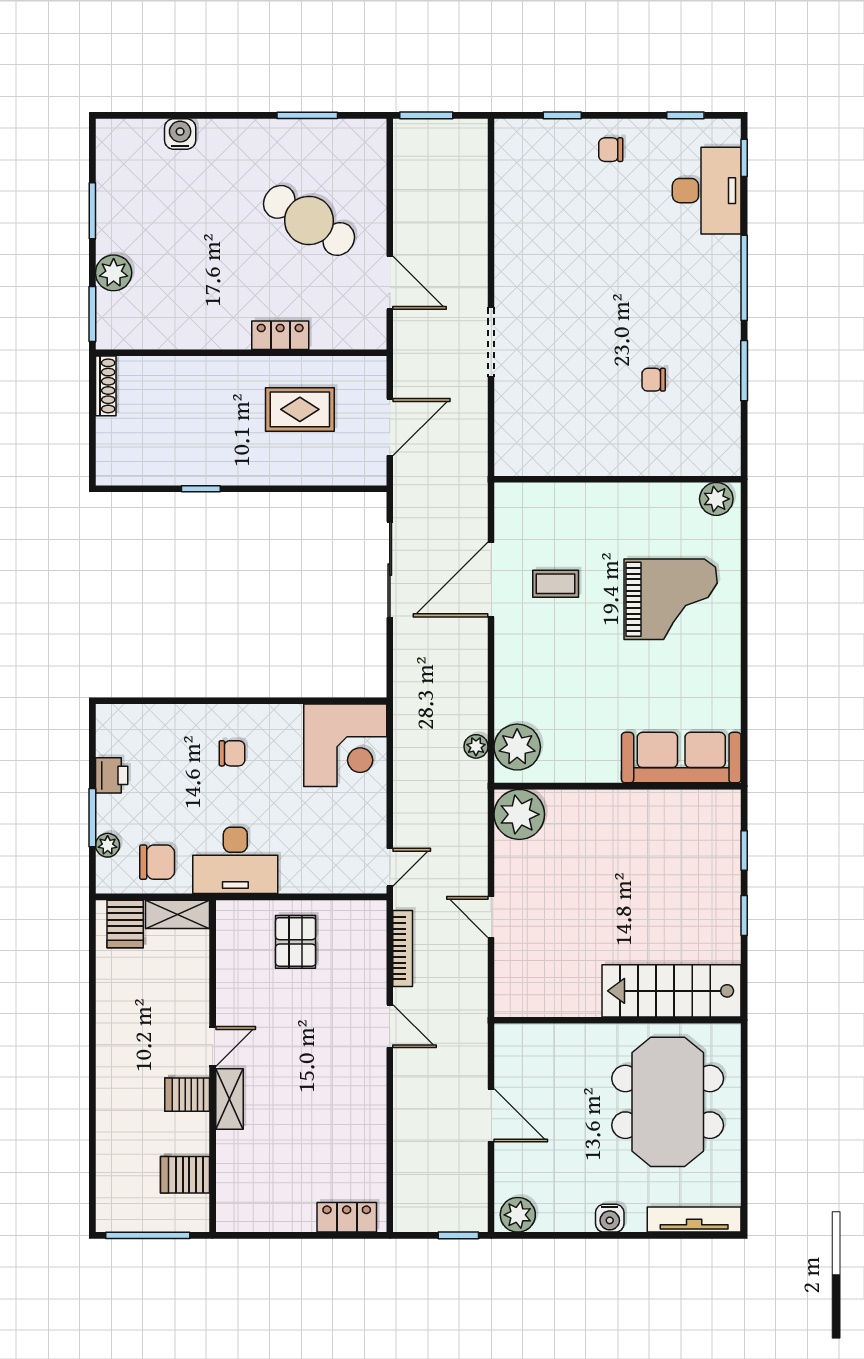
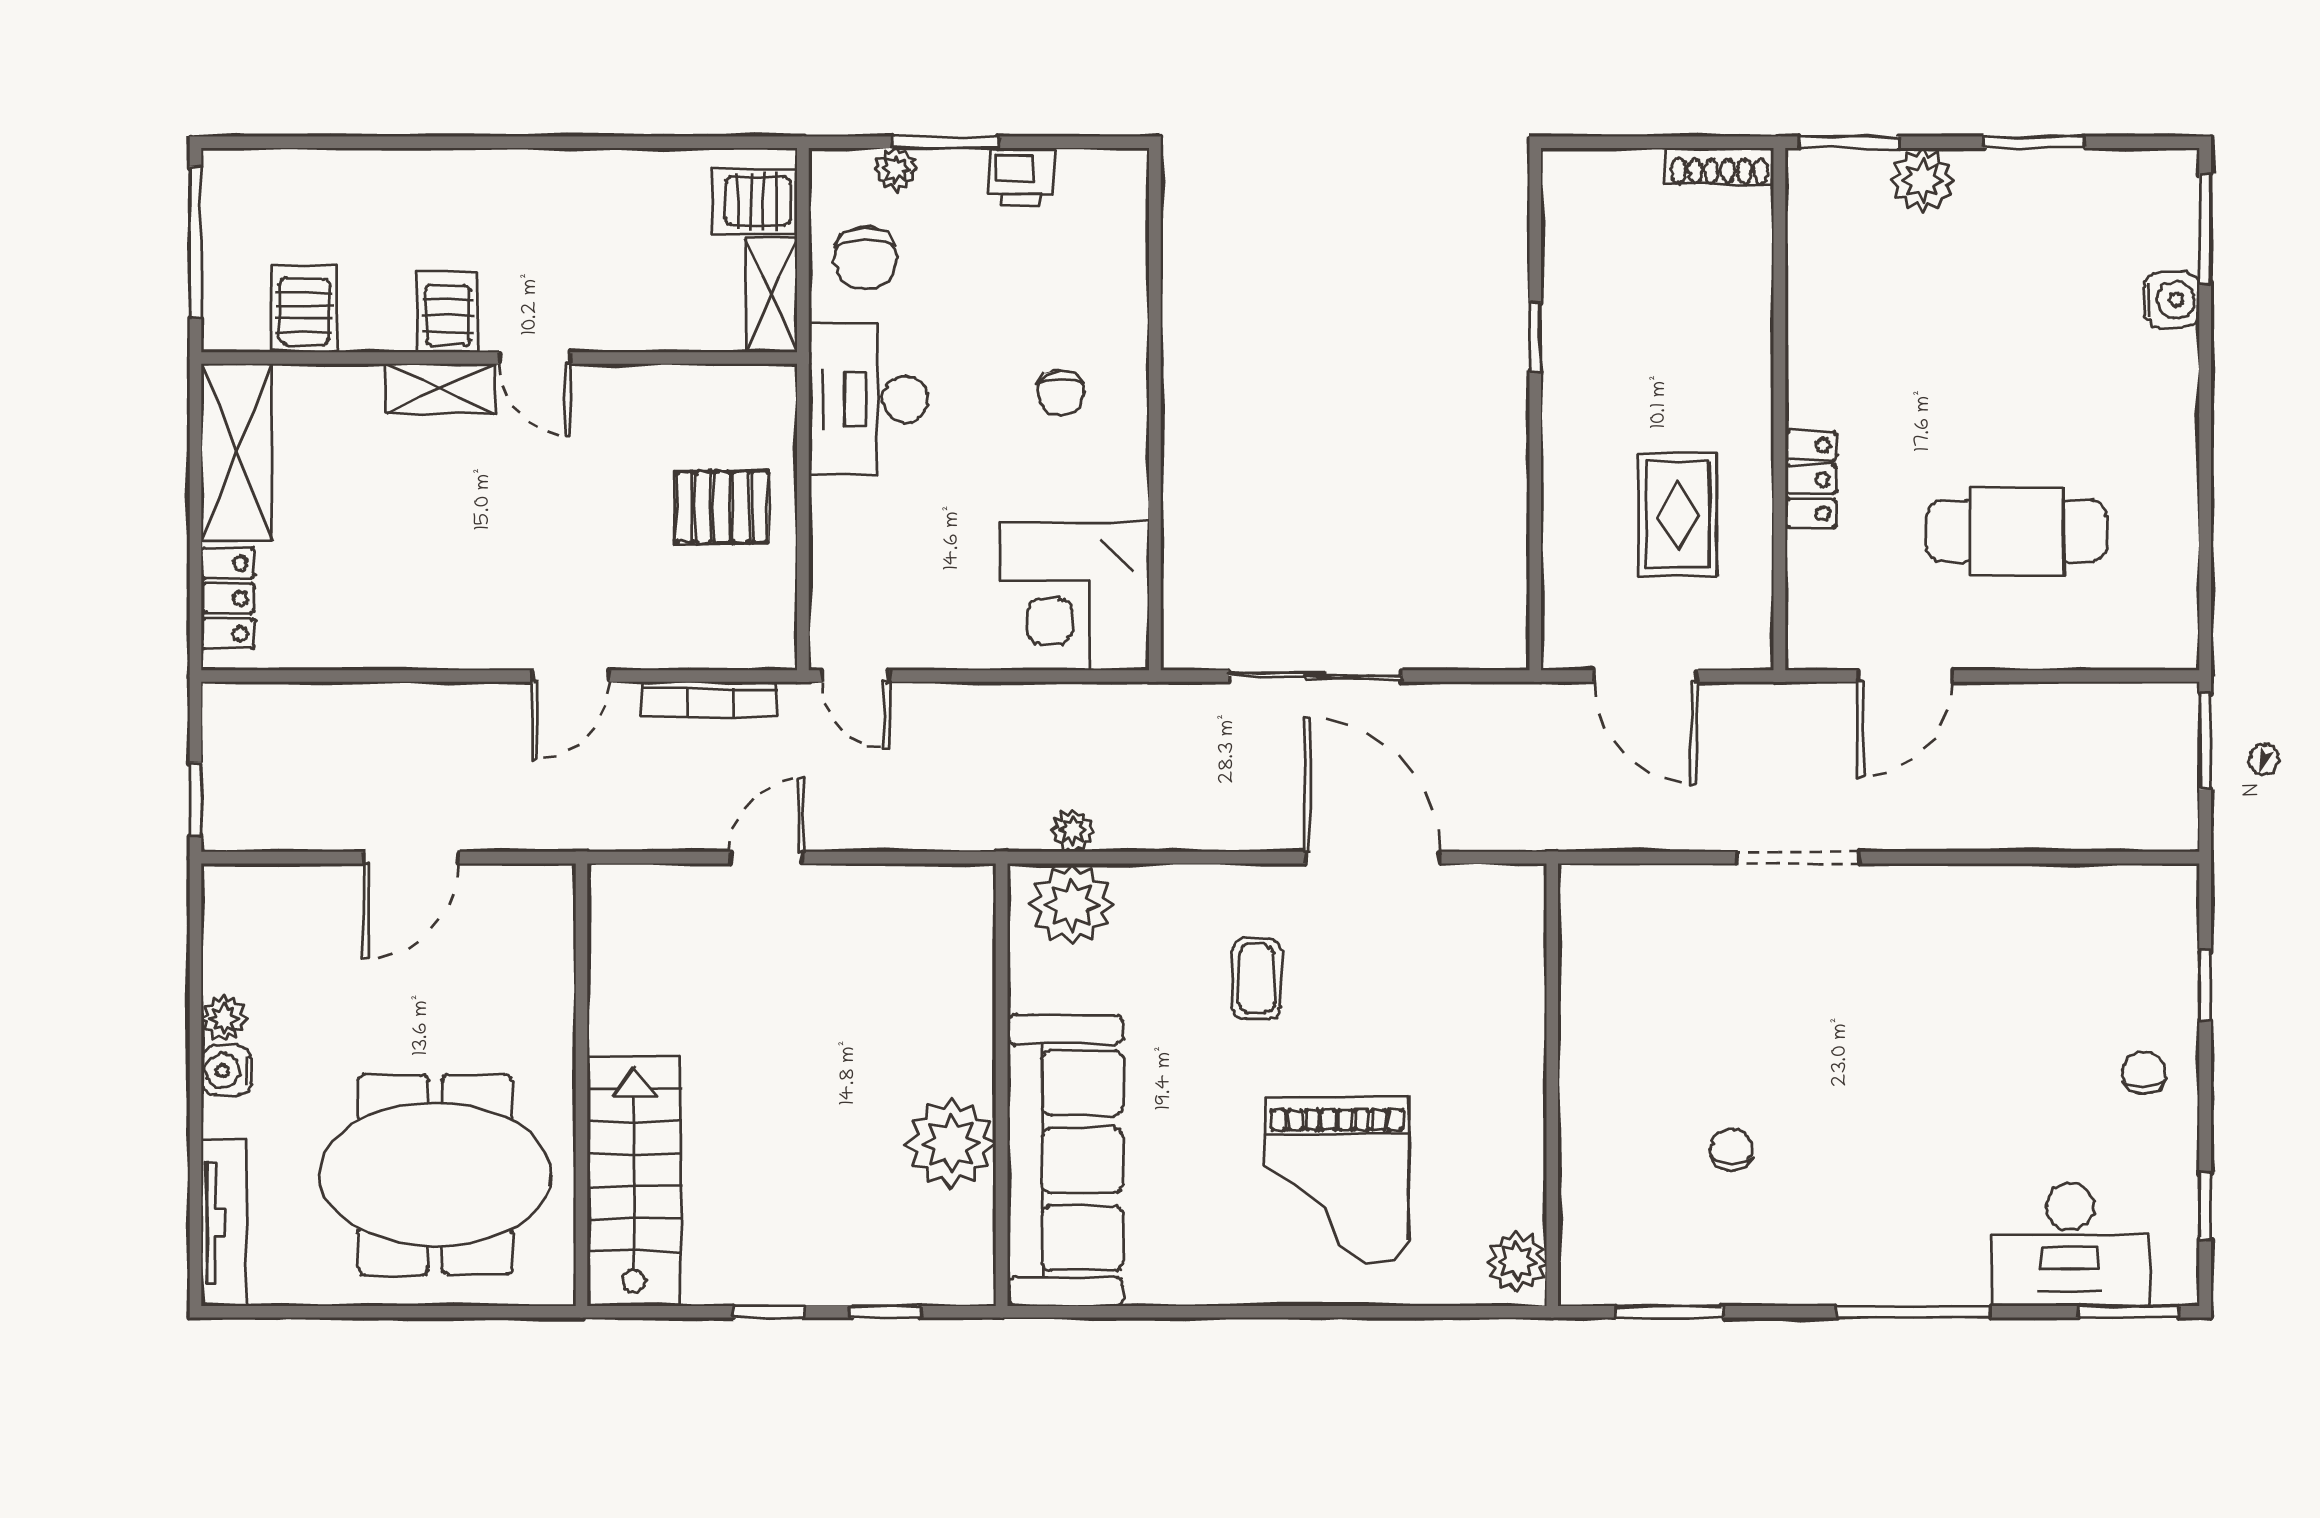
window: (307, 115) -> (2205, 229), moved
window: (744, 158) -> (2129, 1312), width x1.50
cafe table: (309, 220) -> (2017, 531), turned 58
window: (744, 371) -> (1669, 1312), moved
sliding door: (390, 570) -> (1315, 676), moved
coffee table: (556, 584) -> (1257, 979), moved
sofa: (681, 758) -> (1065, 1160), width x1.36, depth x1.27
plant: (519, 814) -> (951, 1144), moved
shelving: (265, 1212) -> (237, 452), added
plant: (518, 1215) -> (224, 1018), moved, width x0.73, depth x0.73

